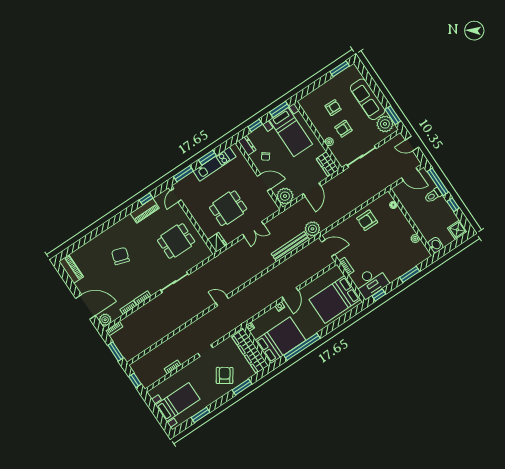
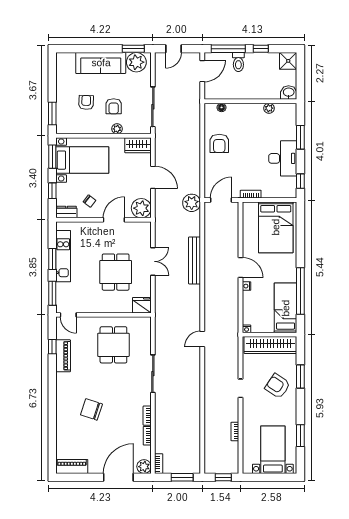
window: (340, 69) -> (52, 113), moved
bench: (290, 247) -> (195, 260), moved
desk: (371, 282) -> (283, 158), moved
bed: (280, 340) -> (286, 308), width x0.67

